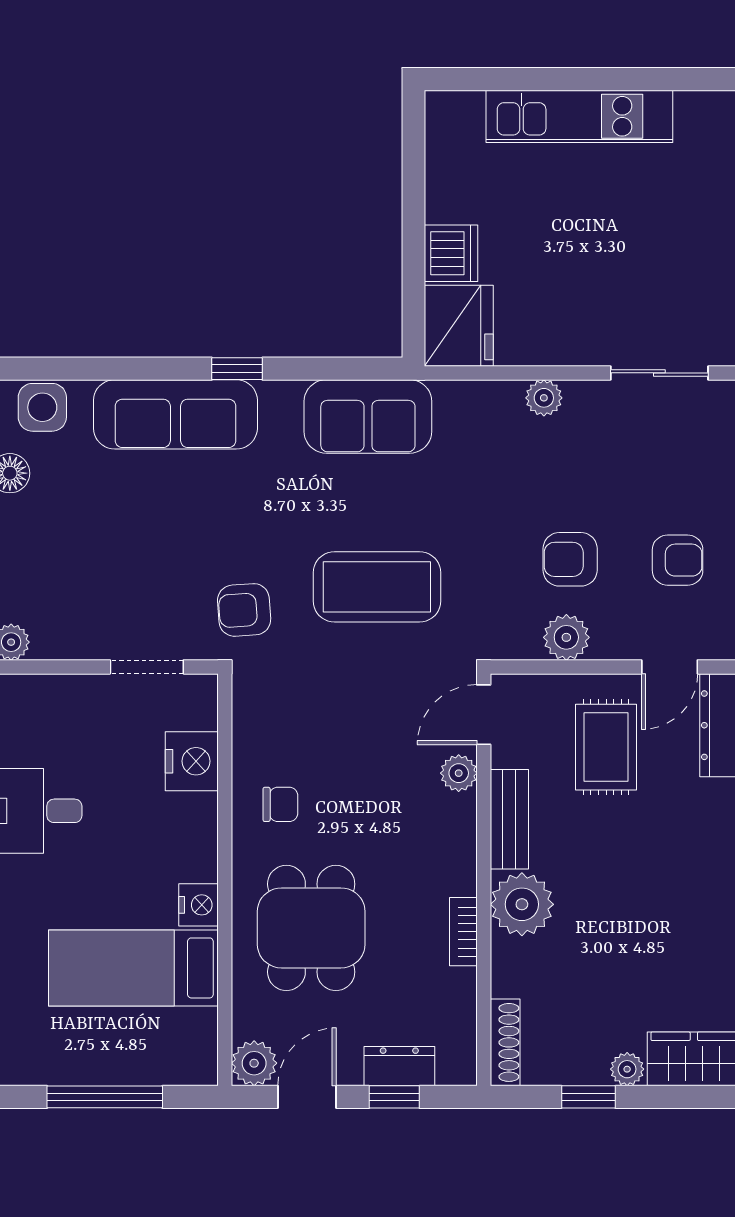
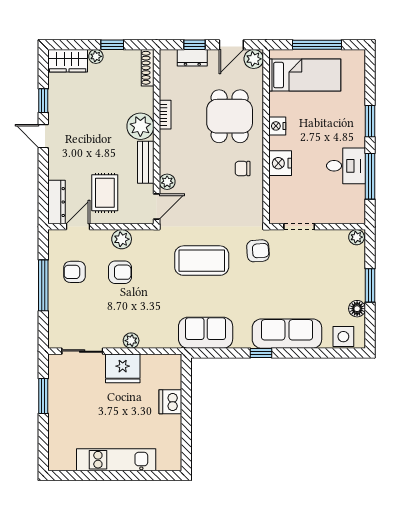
fridge: (459, 326) -> (123, 368), moved, turned -90
nightstand: (192, 761) -> (280, 163), moved
bed: (133, 968) -> (305, 75), moved

